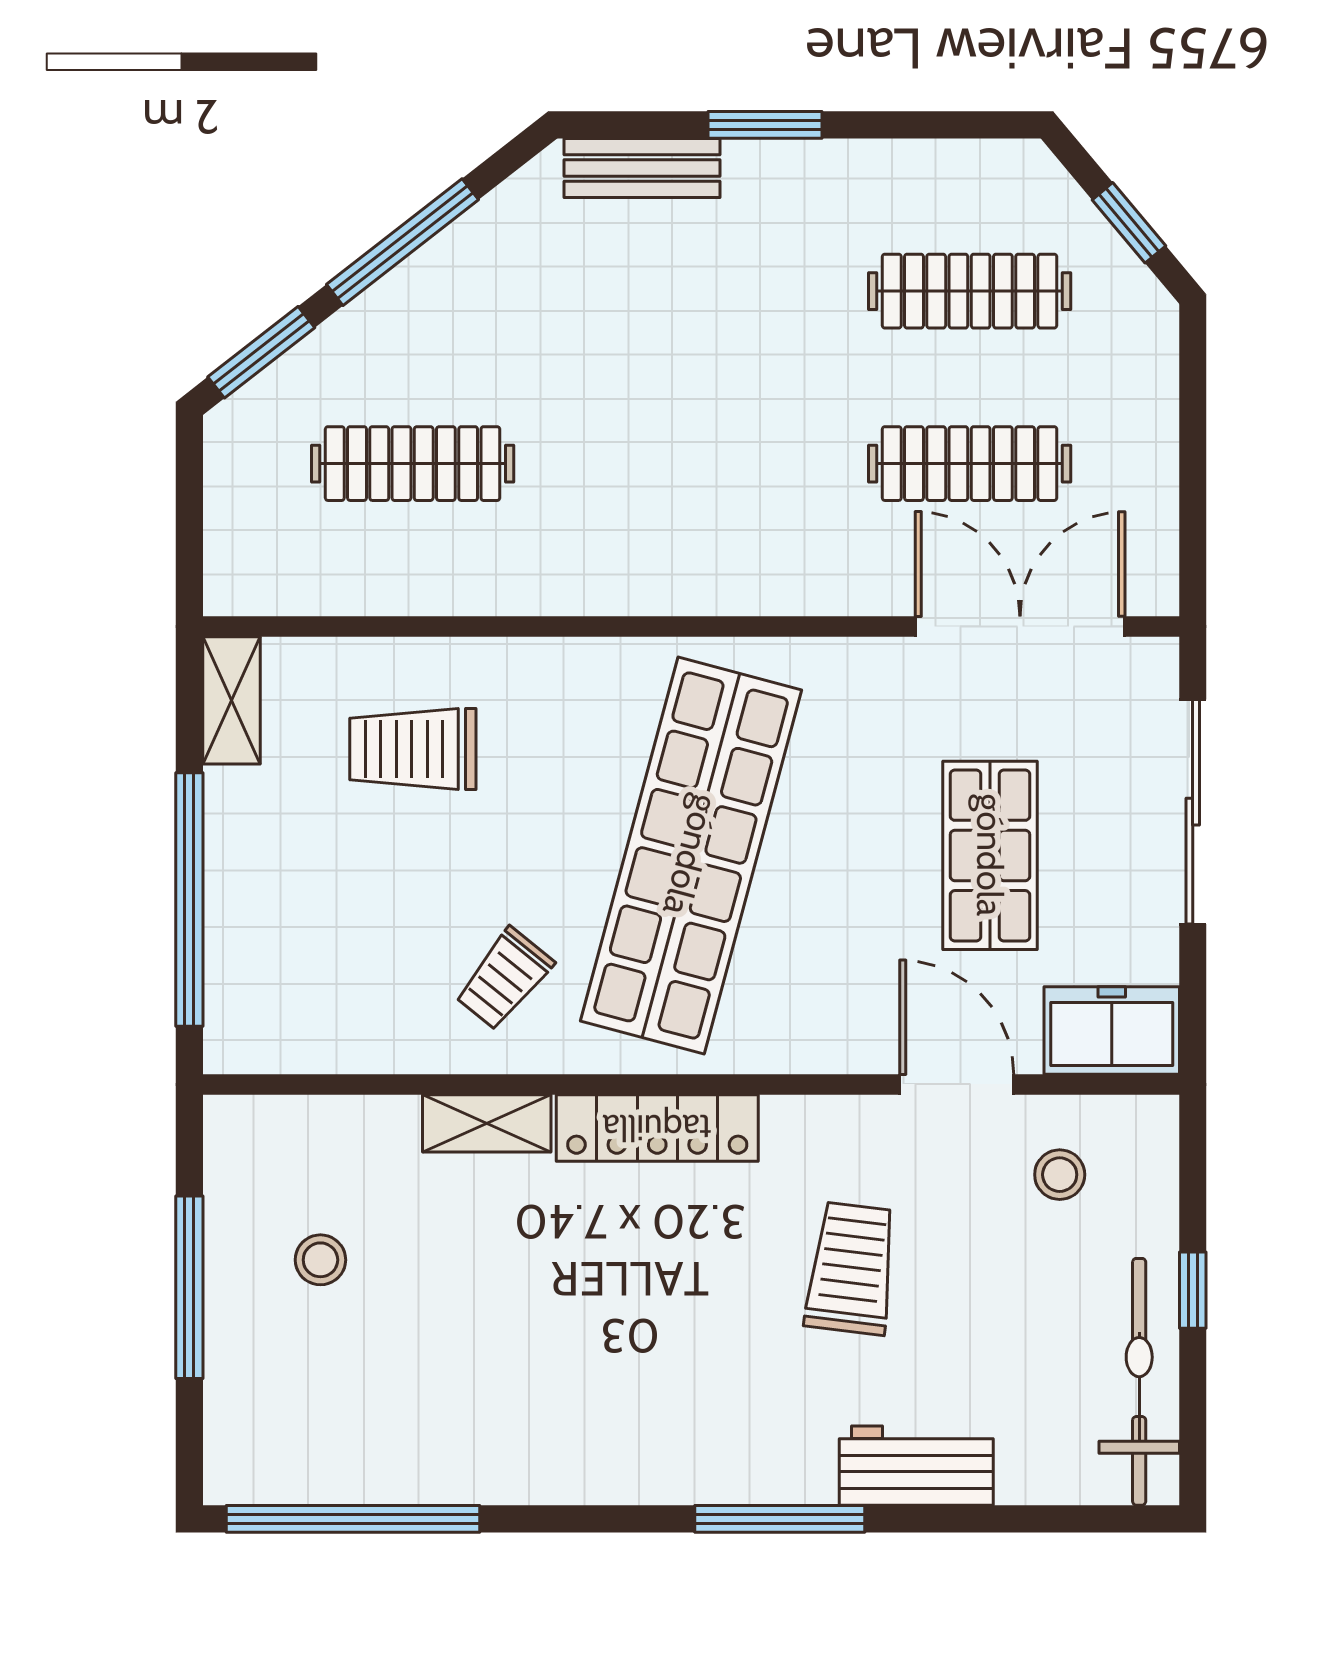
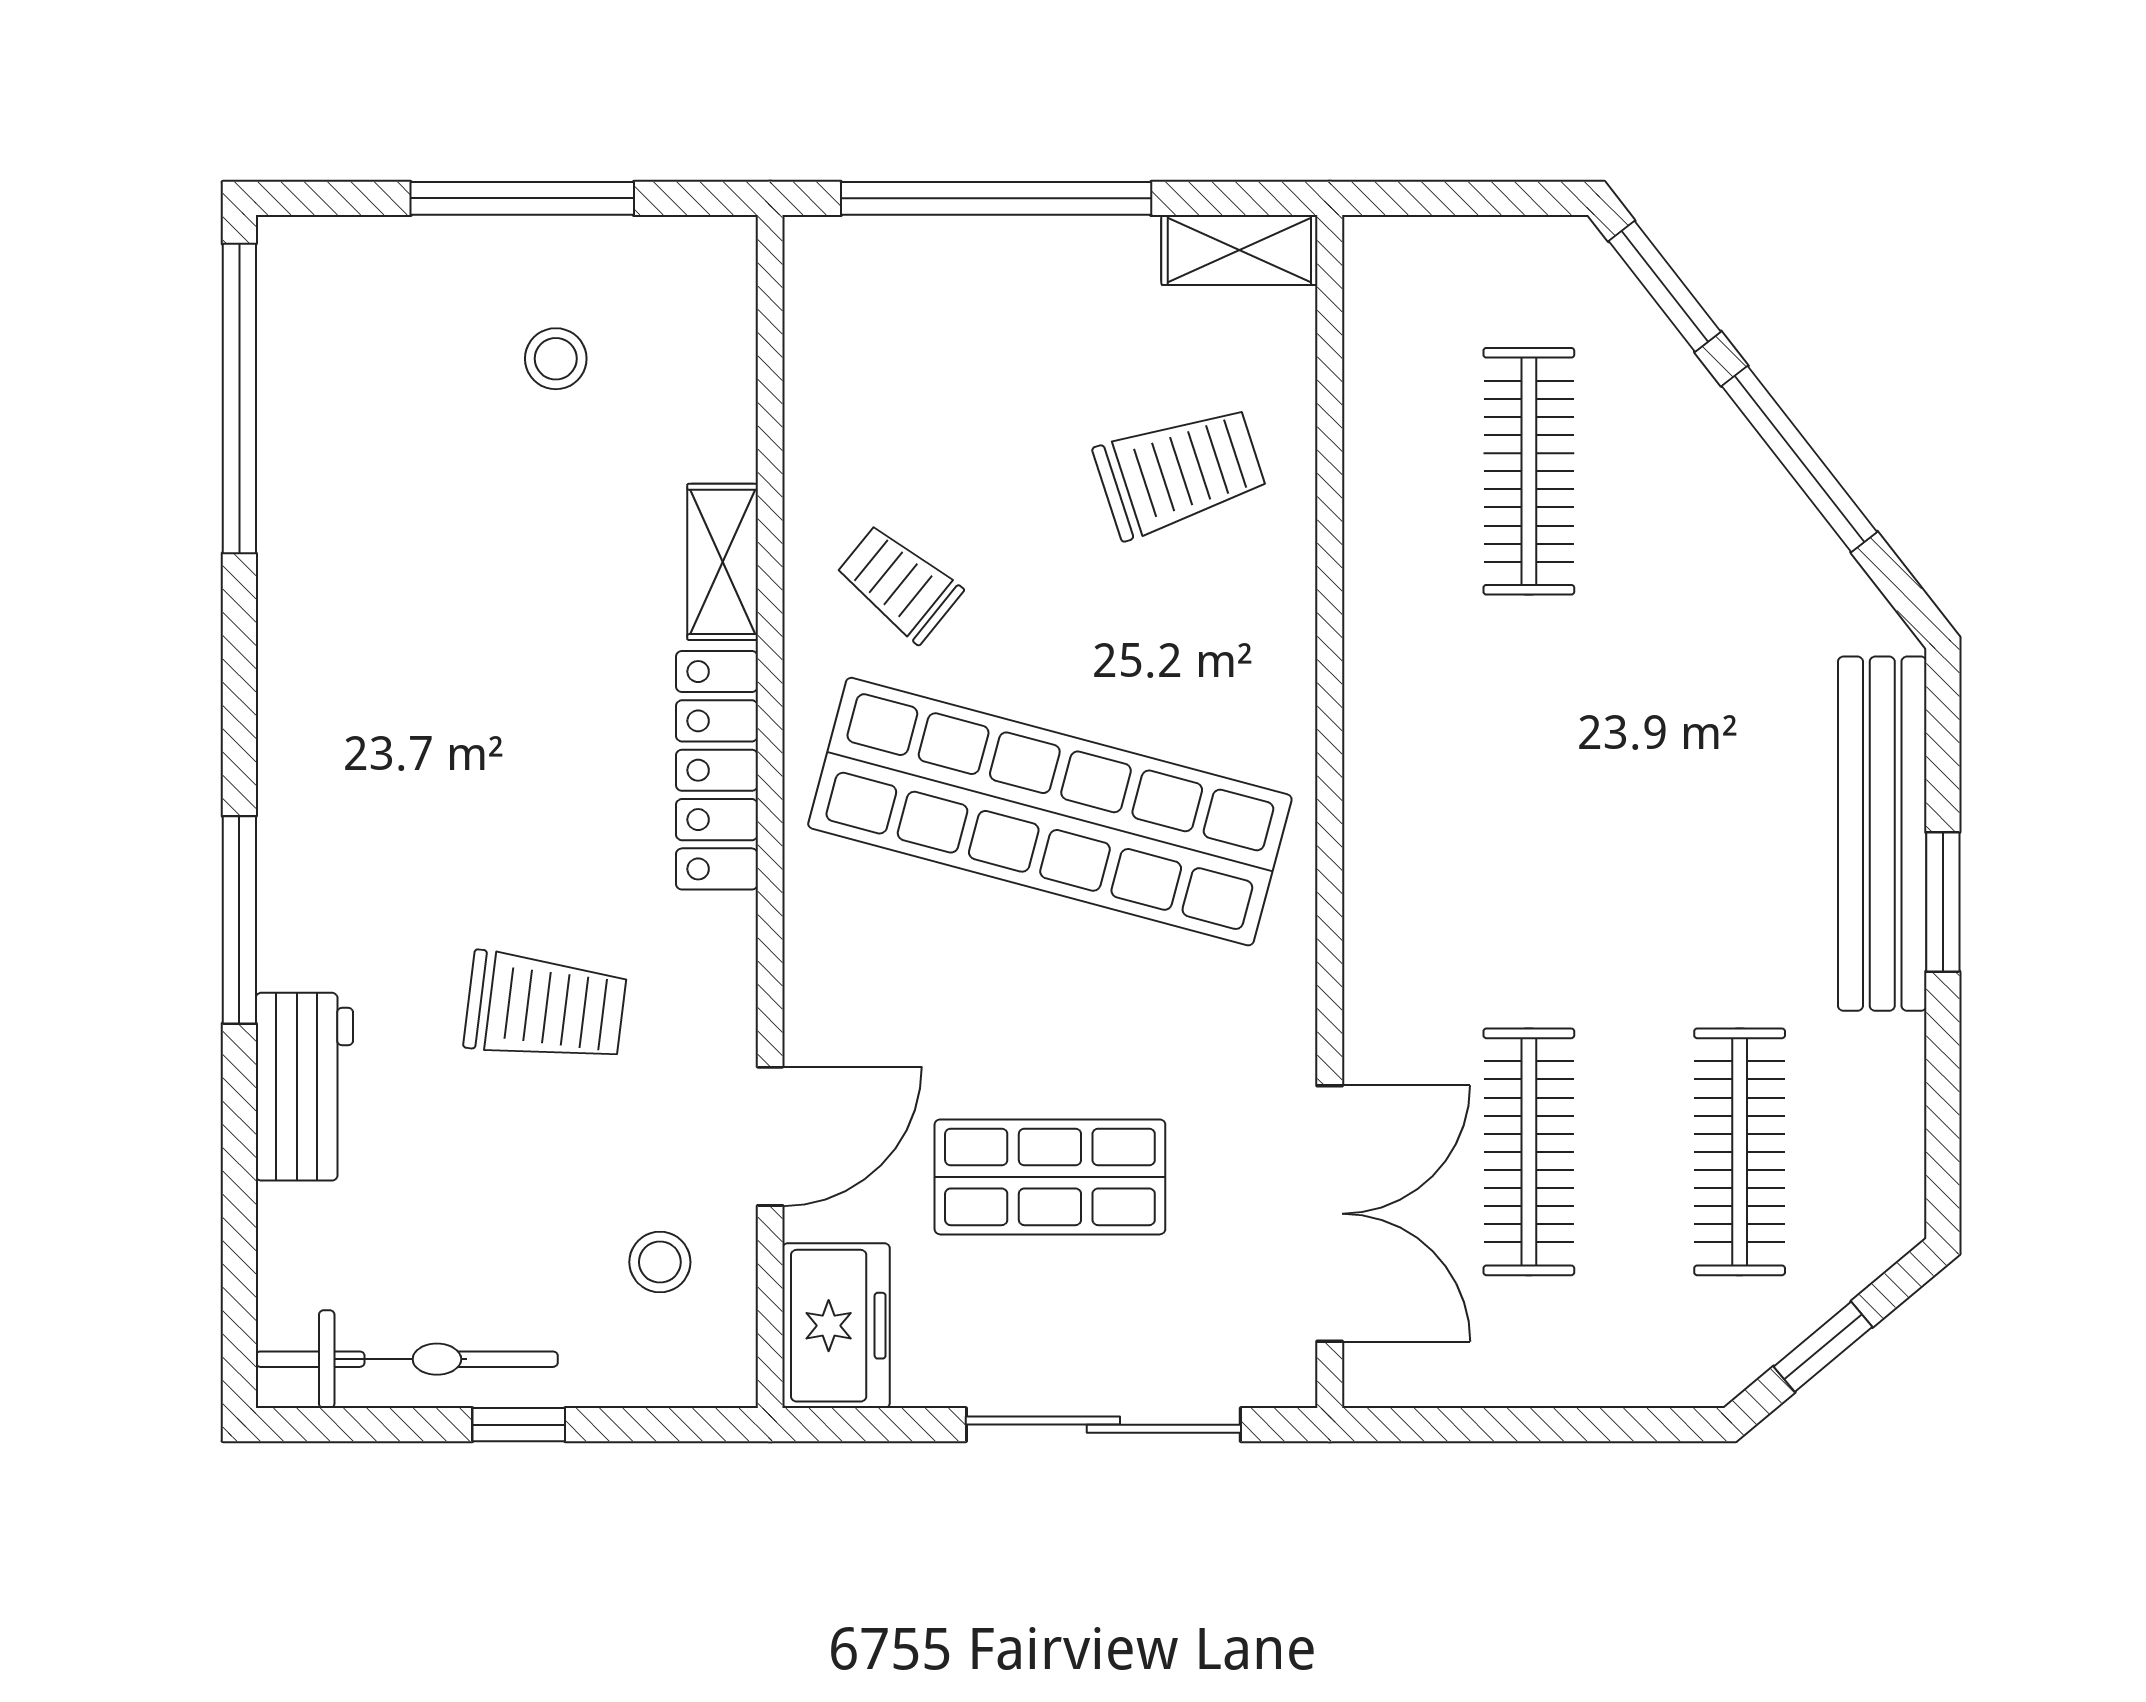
bench: (642, 168) -> (1882, 834), width x1.86, depth x1.21
trolley: (413, 749) -> (1180, 472), turned 72

